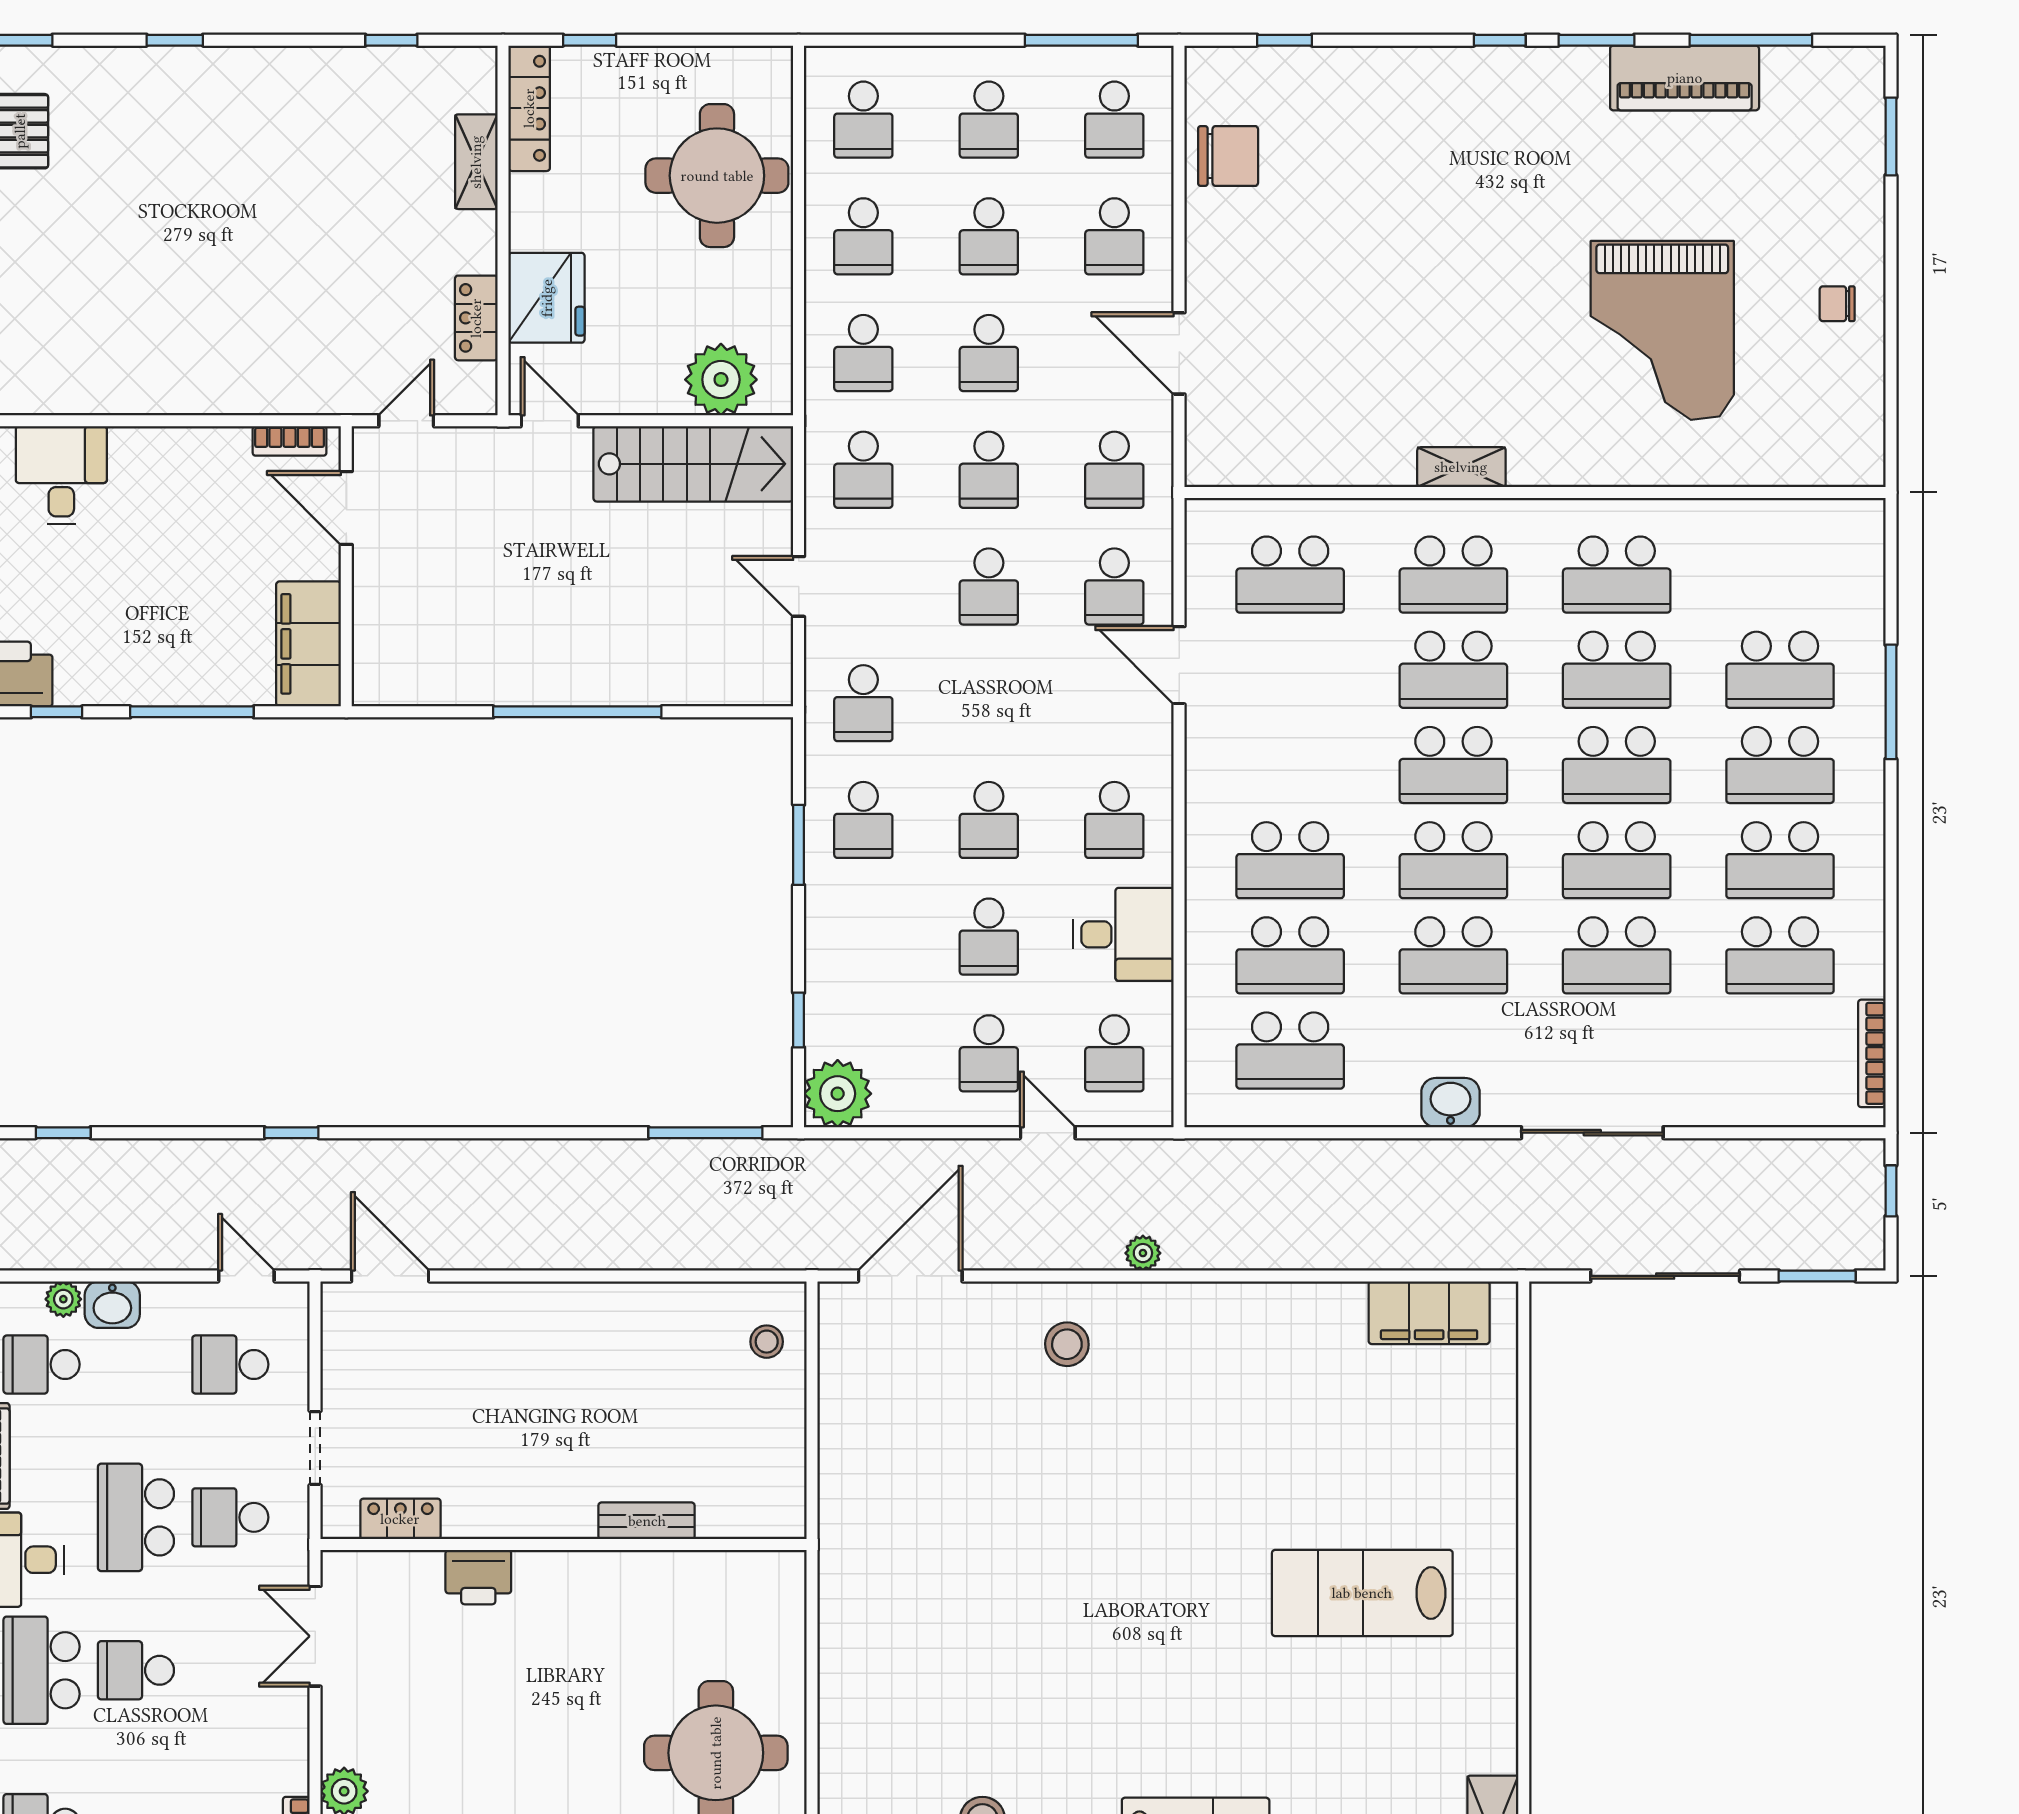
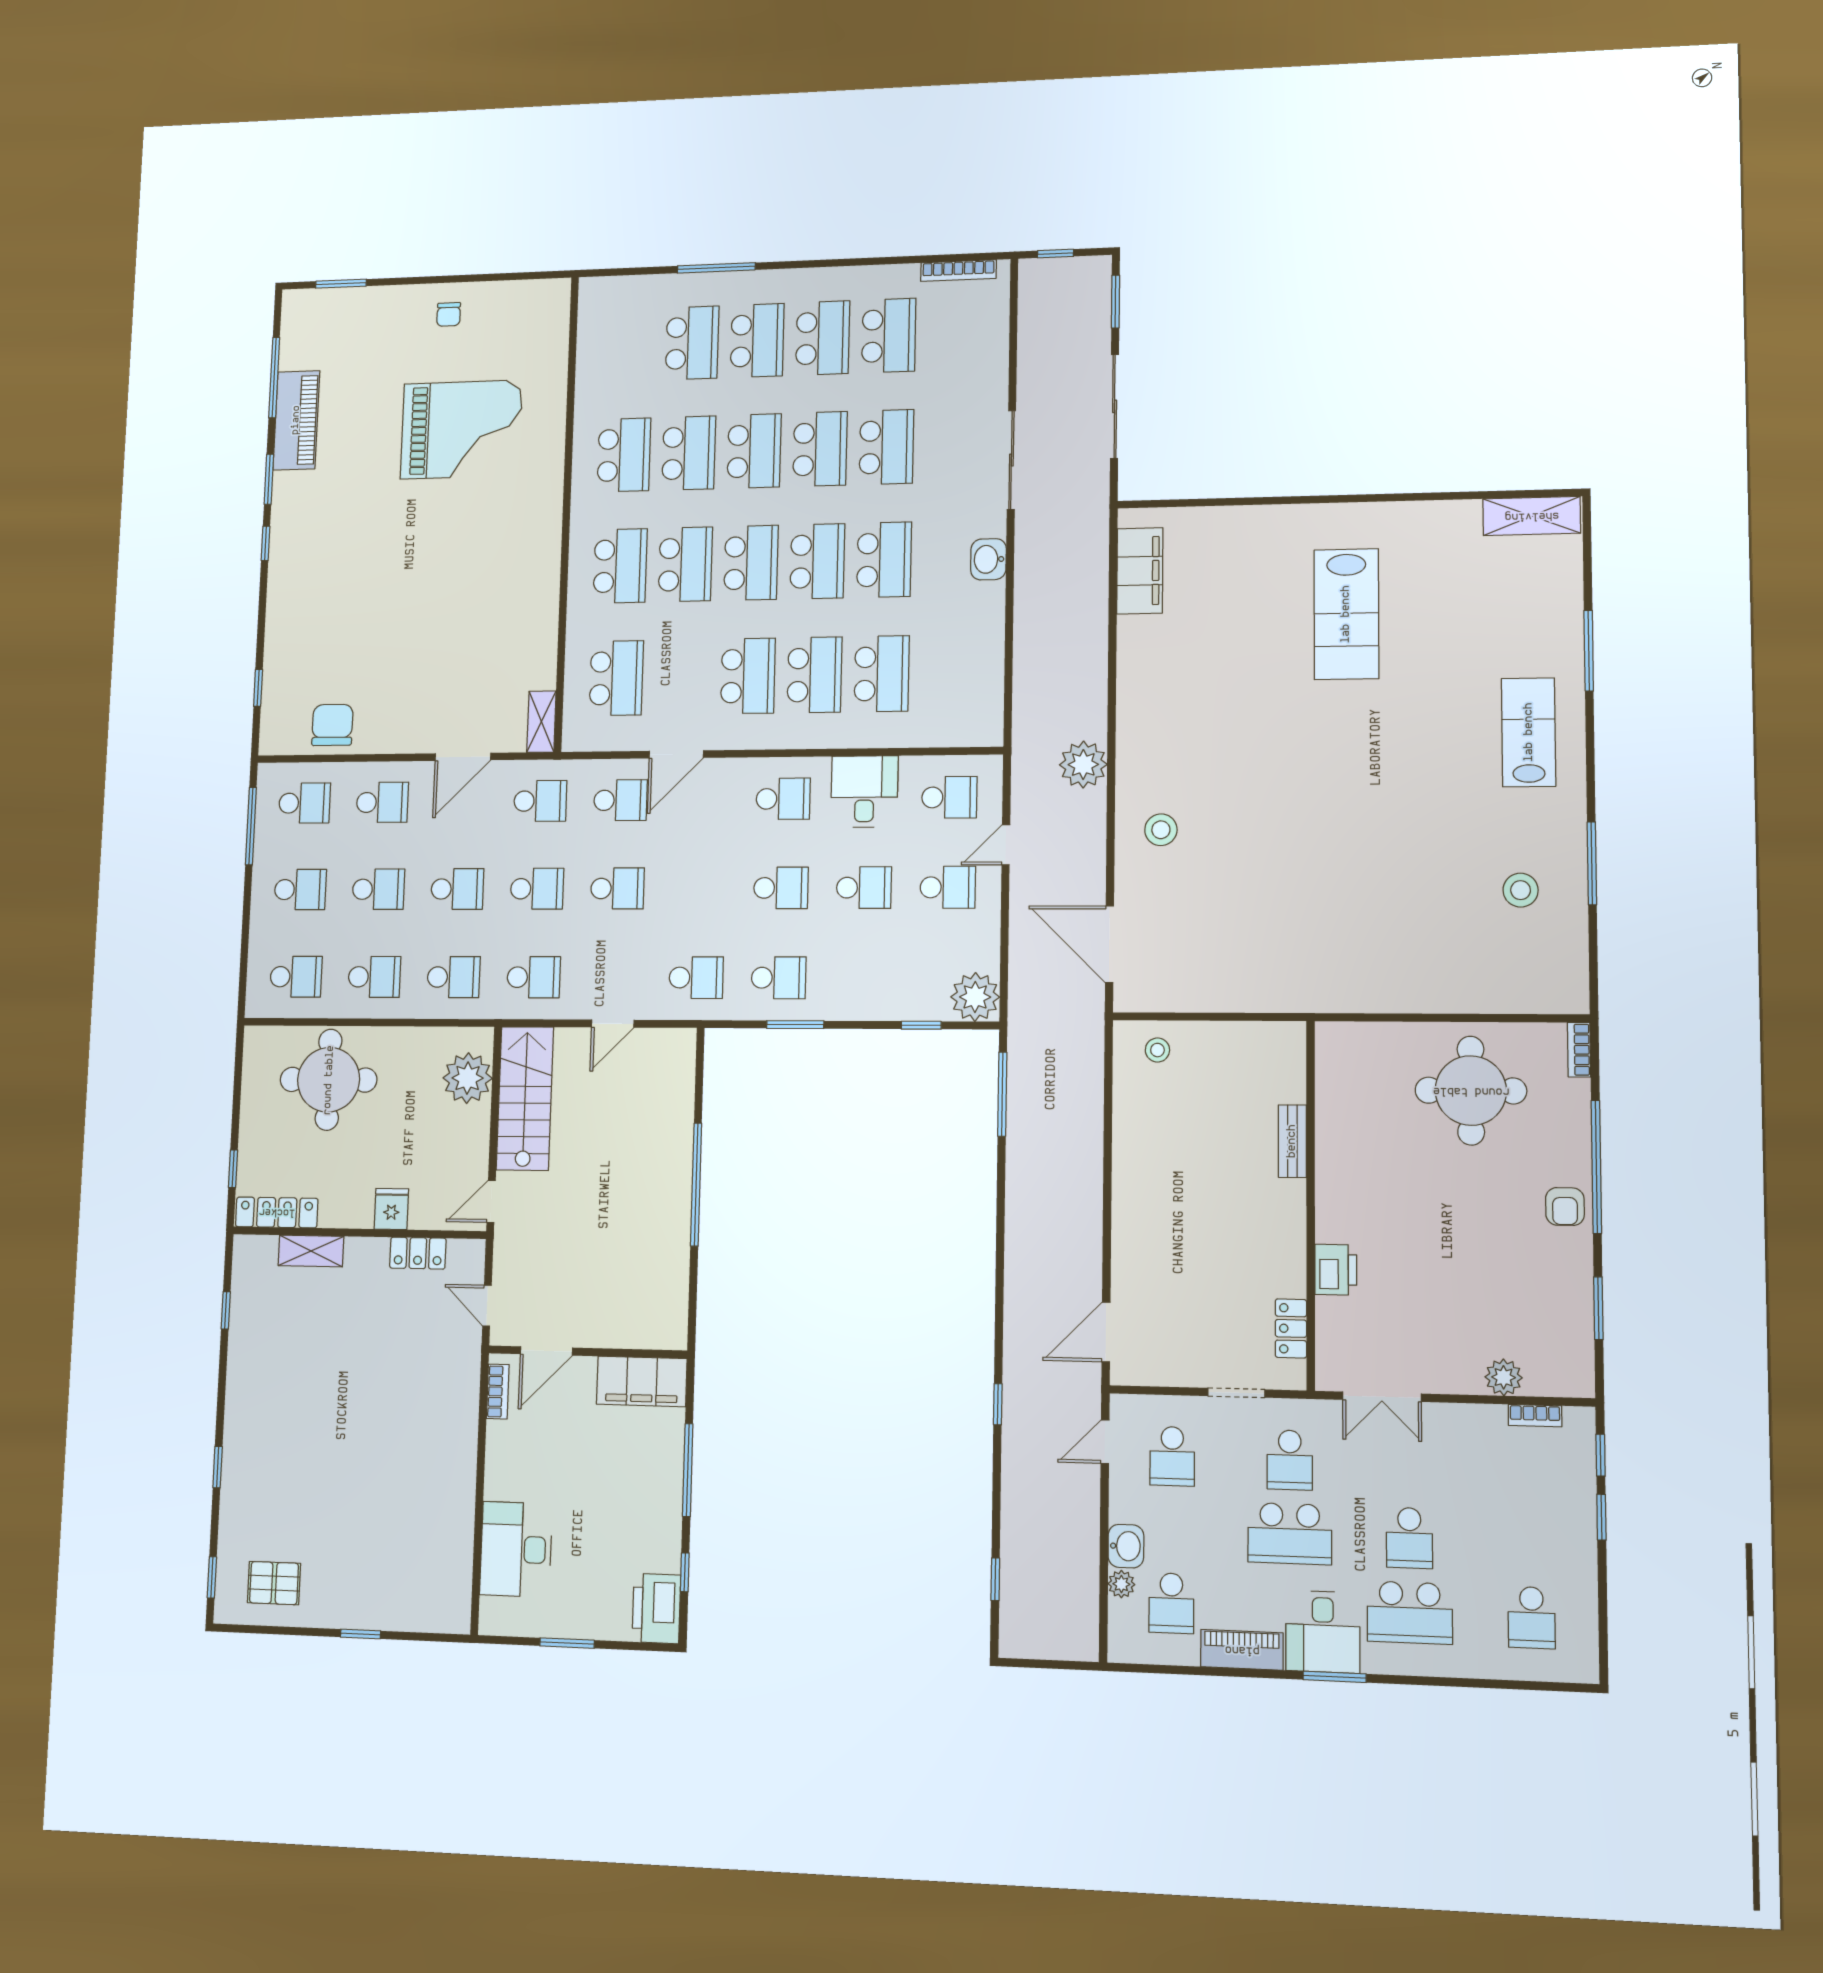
fridge: (547, 298) -> (391, 1209), width x0.53, depth x0.75
shelving: (1461, 467) -> (541, 722), moved
desk: (61, 475) -> (516, 1549), width x1.37
school desk: (1290, 1051) -> (748, 676), moved
plant: (1143, 1253) -> (1083, 765), width x1.88, depth x1.88

